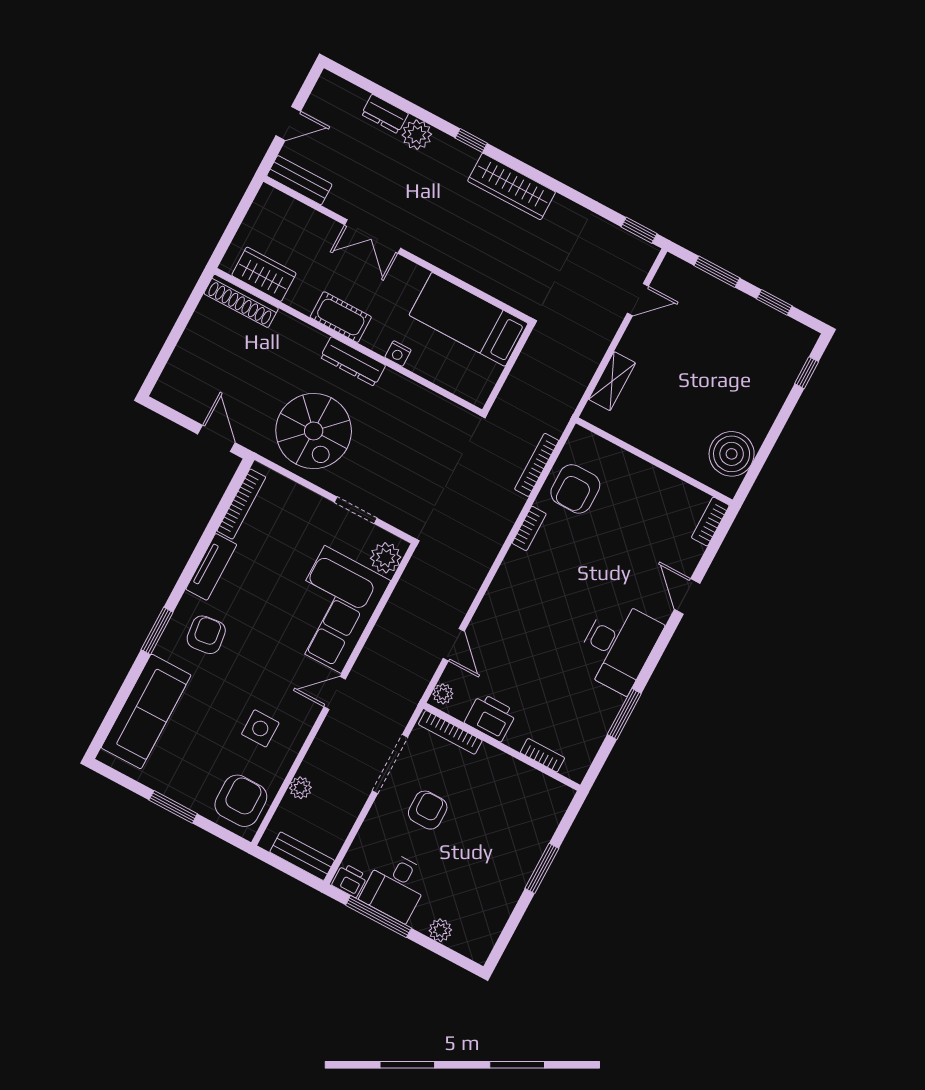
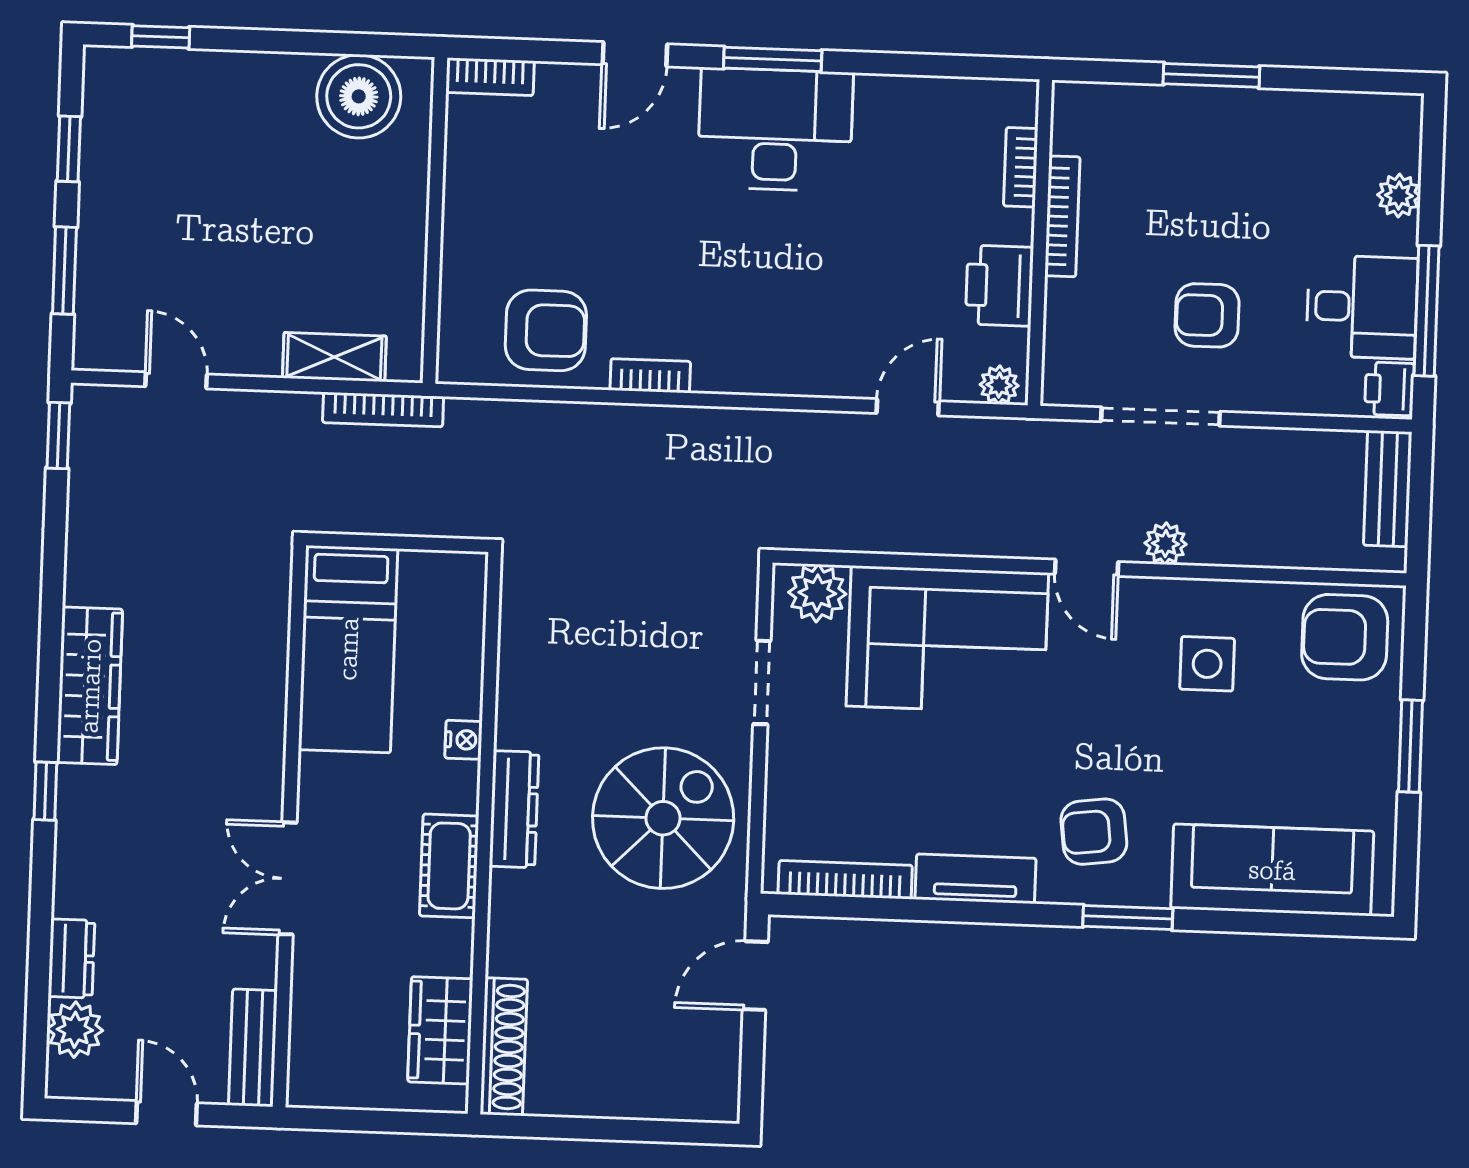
plant: (417, 135) -> (75, 1030), moved
double door: (373, 236) -> (288, 878), swing flipped
bookcase: (537, 465) -> (383, 410), moved
window: (624, 714) -> (773, 59), moved
bookcase: (450, 732) -> (1062, 216), moved
plant: (300, 788) -> (1166, 544), moved

